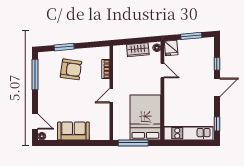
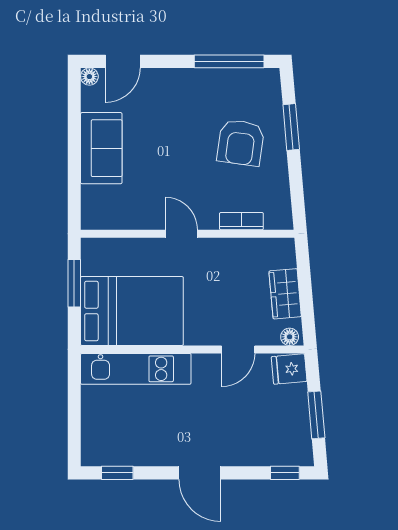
window: (217, 64) -> (285, 473), moved
kitchen unit: (188, 133) -> (136, 369), moved, turned 90
window: (133, 143) -> (74, 283), width x0.69

